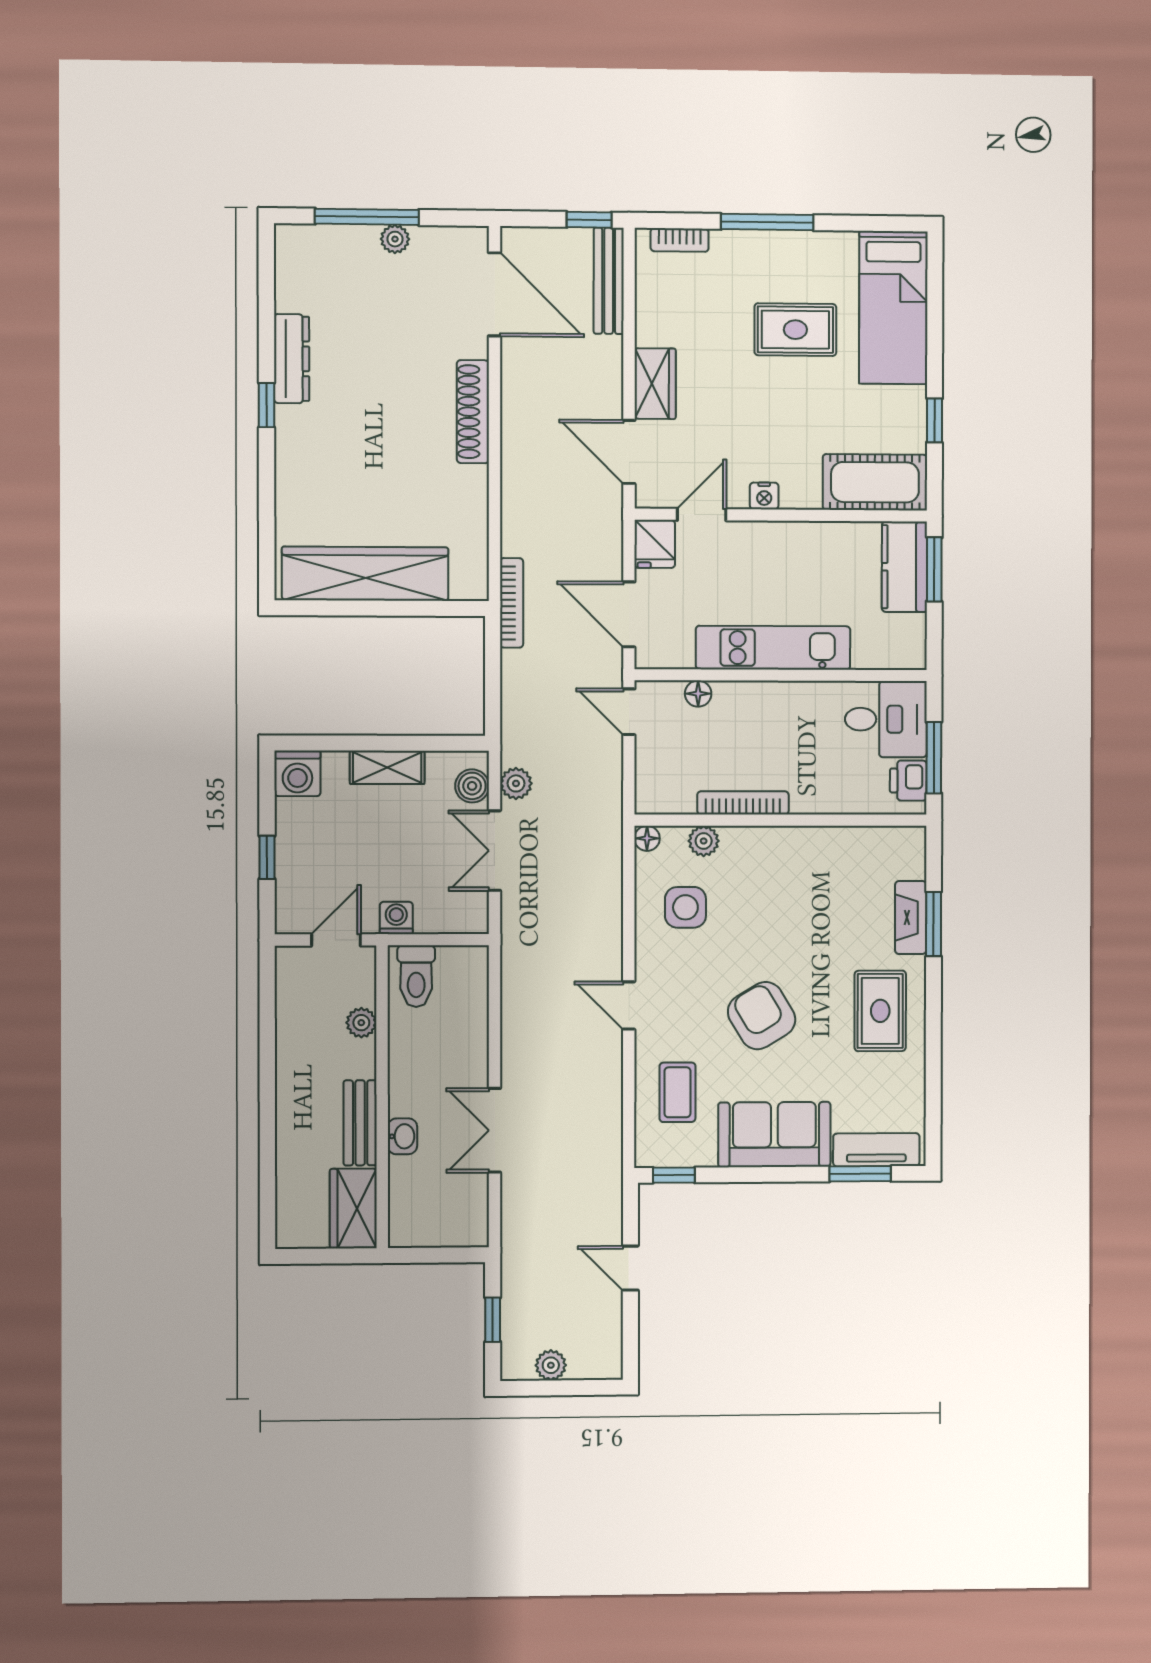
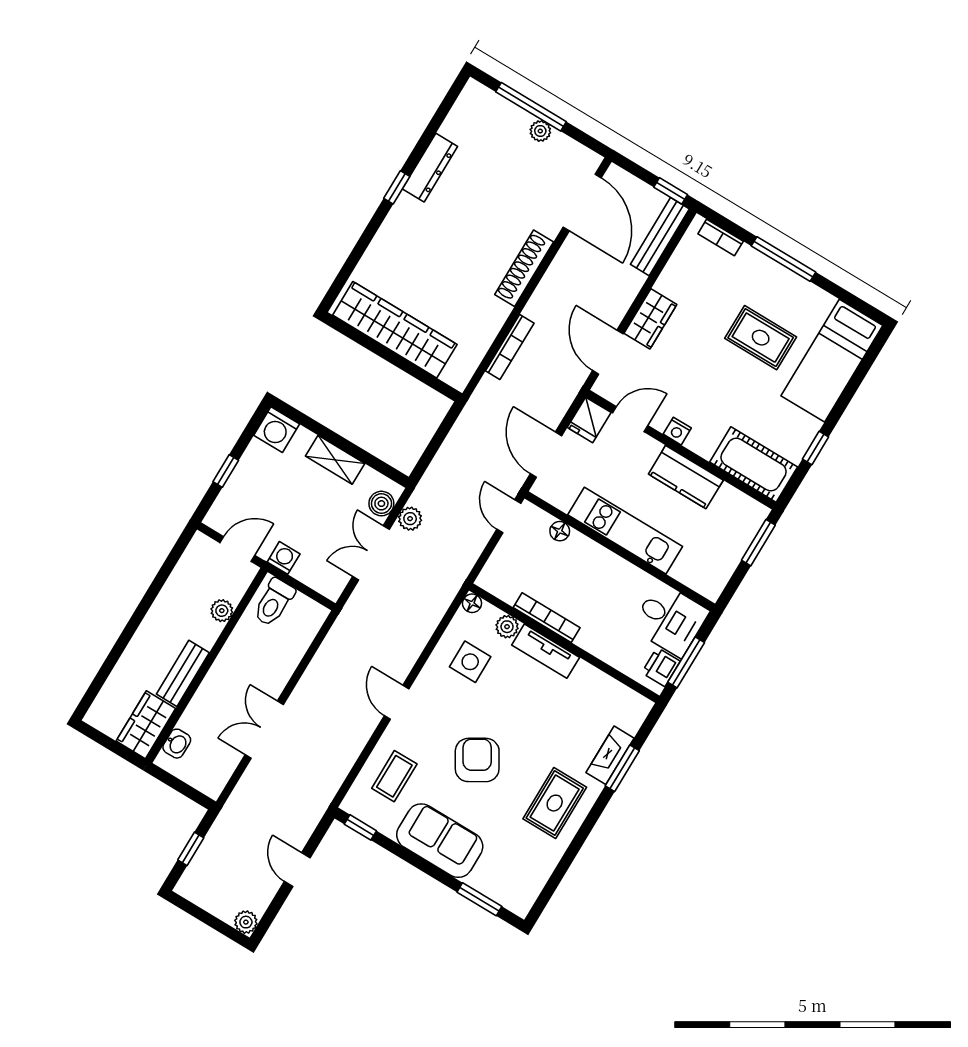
kitchen counter: (904, 567) -> (686, 477), moved, turned -90
bookcase: (512, 603) -> (510, 347), moved
washbasin: (402, 1136) -> (177, 744), moved
tv unit: (876, 1150) -> (546, 651), moved, turned 180
plant: (551, 1365) -> (246, 922), moved

